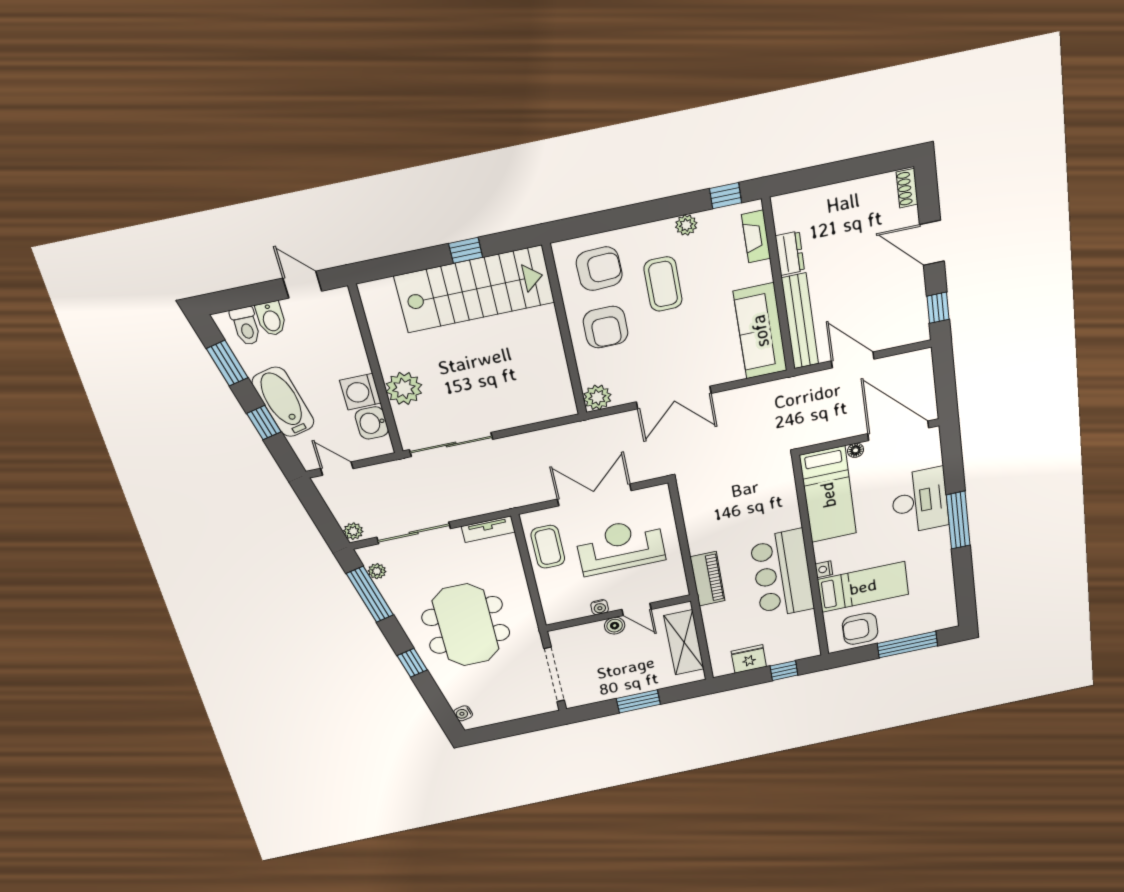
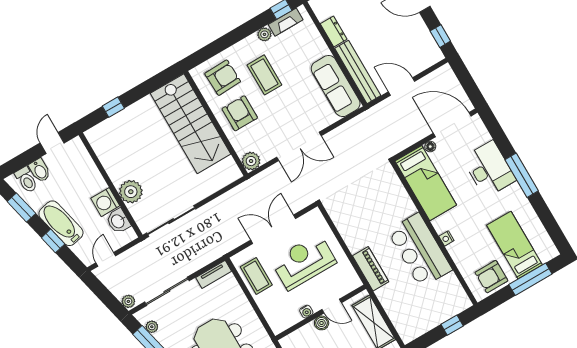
fireplace: (756, 236) -> (286, 22), moved, turned -90
window: (466, 250) -> (113, 107), moved
door: (302, 285) -> (52, 143), hinge flipped
stairs: (475, 289) -> (191, 124), moved, turned 90
armchair: (606, 327) -> (240, 113), turned 180
door: (337, 469) -> (106, 259), hinge flipped
bed: (863, 587) -> (515, 245), moved, turned -90
fridge: (749, 659) -> (424, 323), removed

